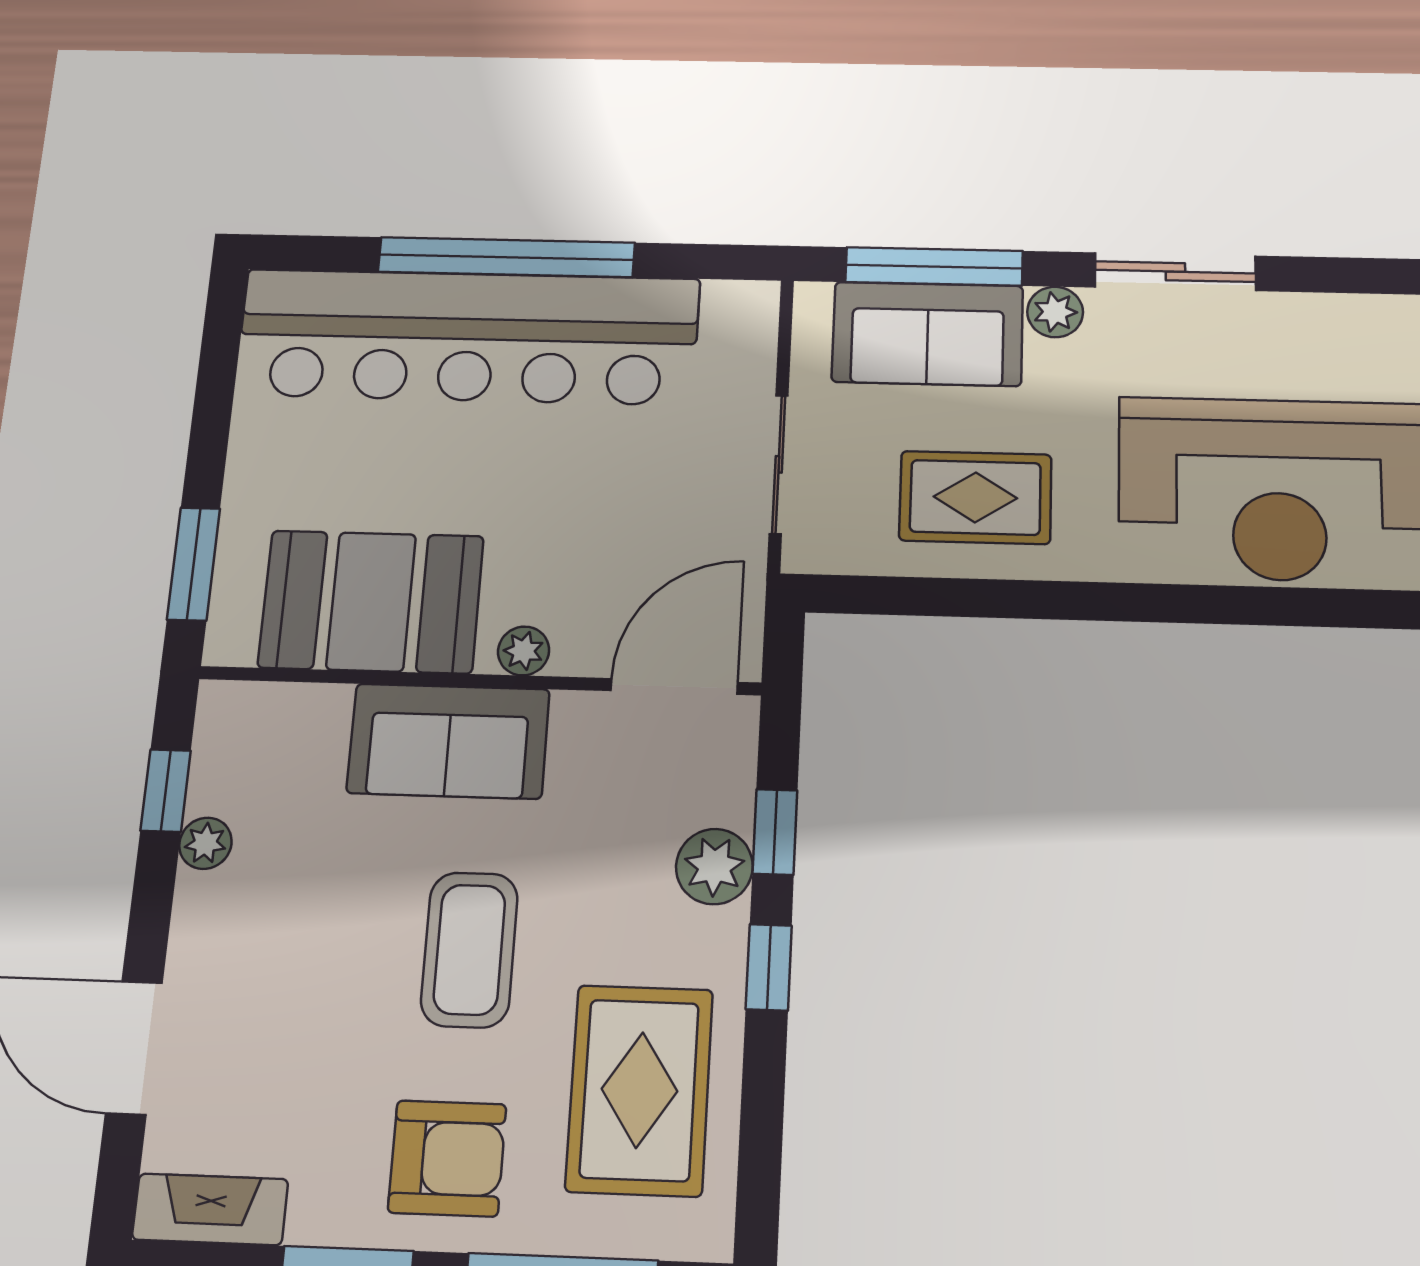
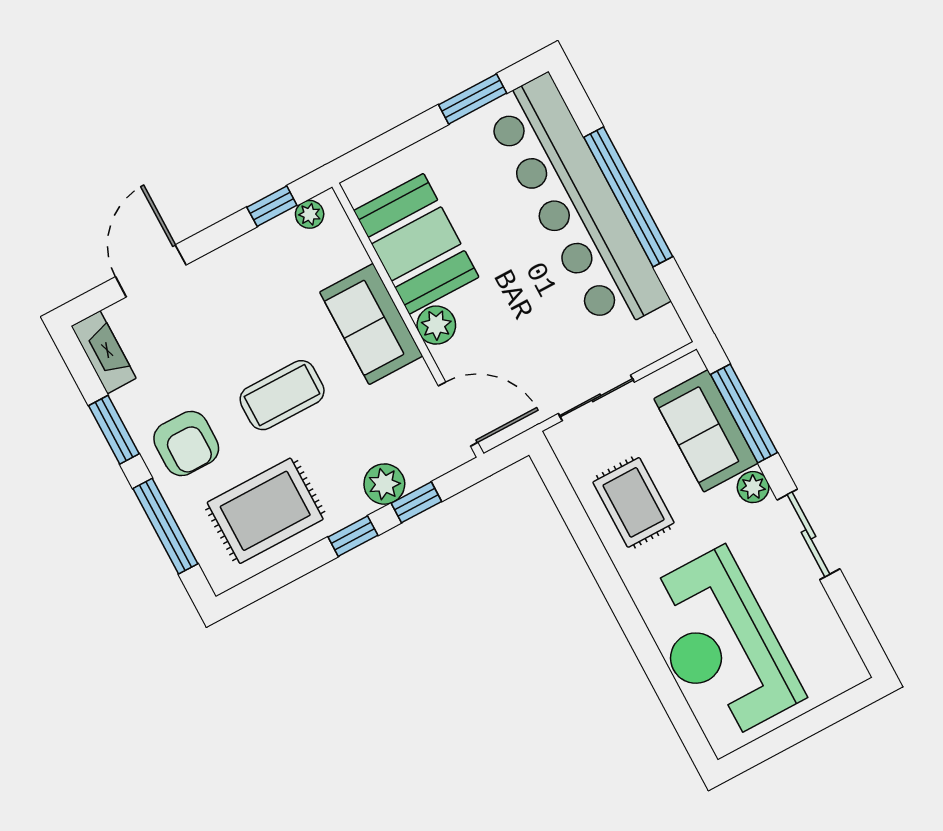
window: (194, 564) -> (473, 99), moved
plant: (524, 651) -> (436, 325), width x1.38, depth x1.38
plant: (205, 843) -> (310, 214), moved

